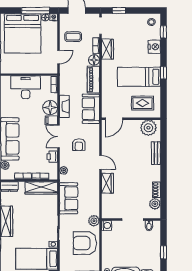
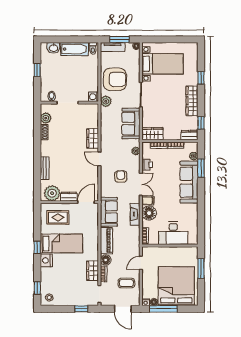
nightstand: (154, 47) -> (46, 260), moved
dresser: (132, 124) -> (69, 197), added
wardrobe: (41, 188) -> (152, 134), width x0.67

